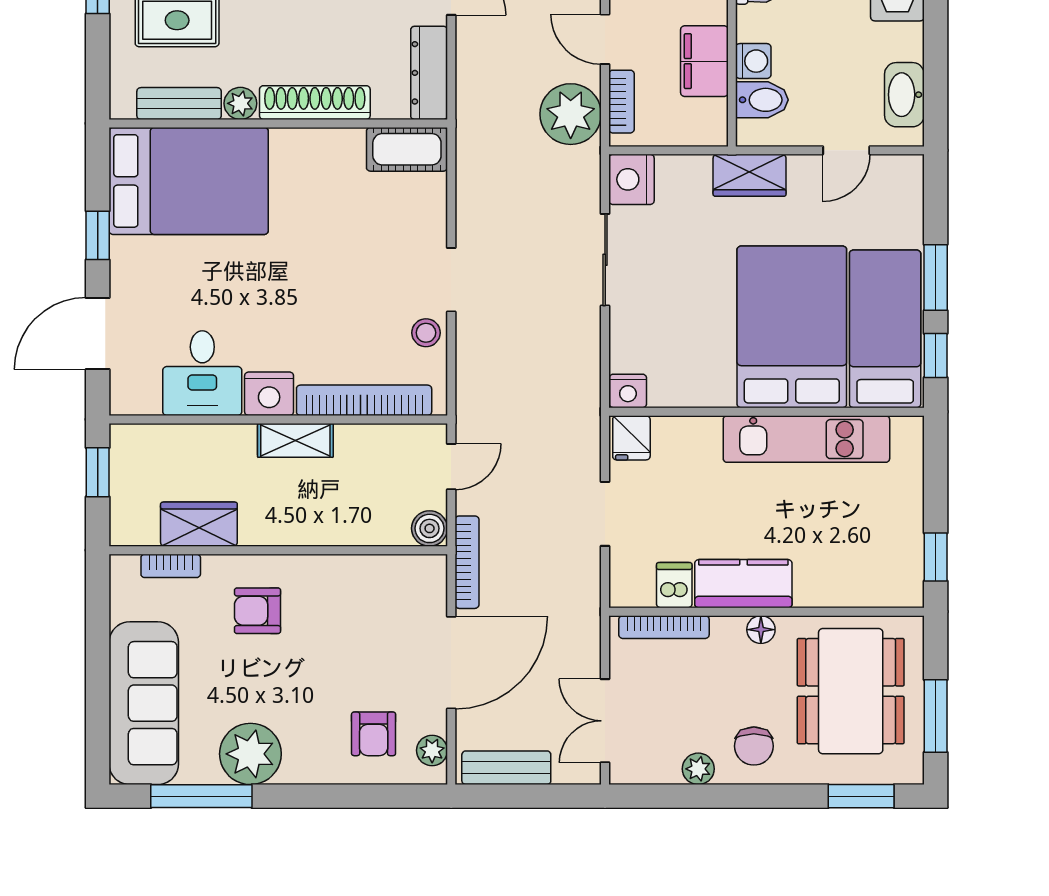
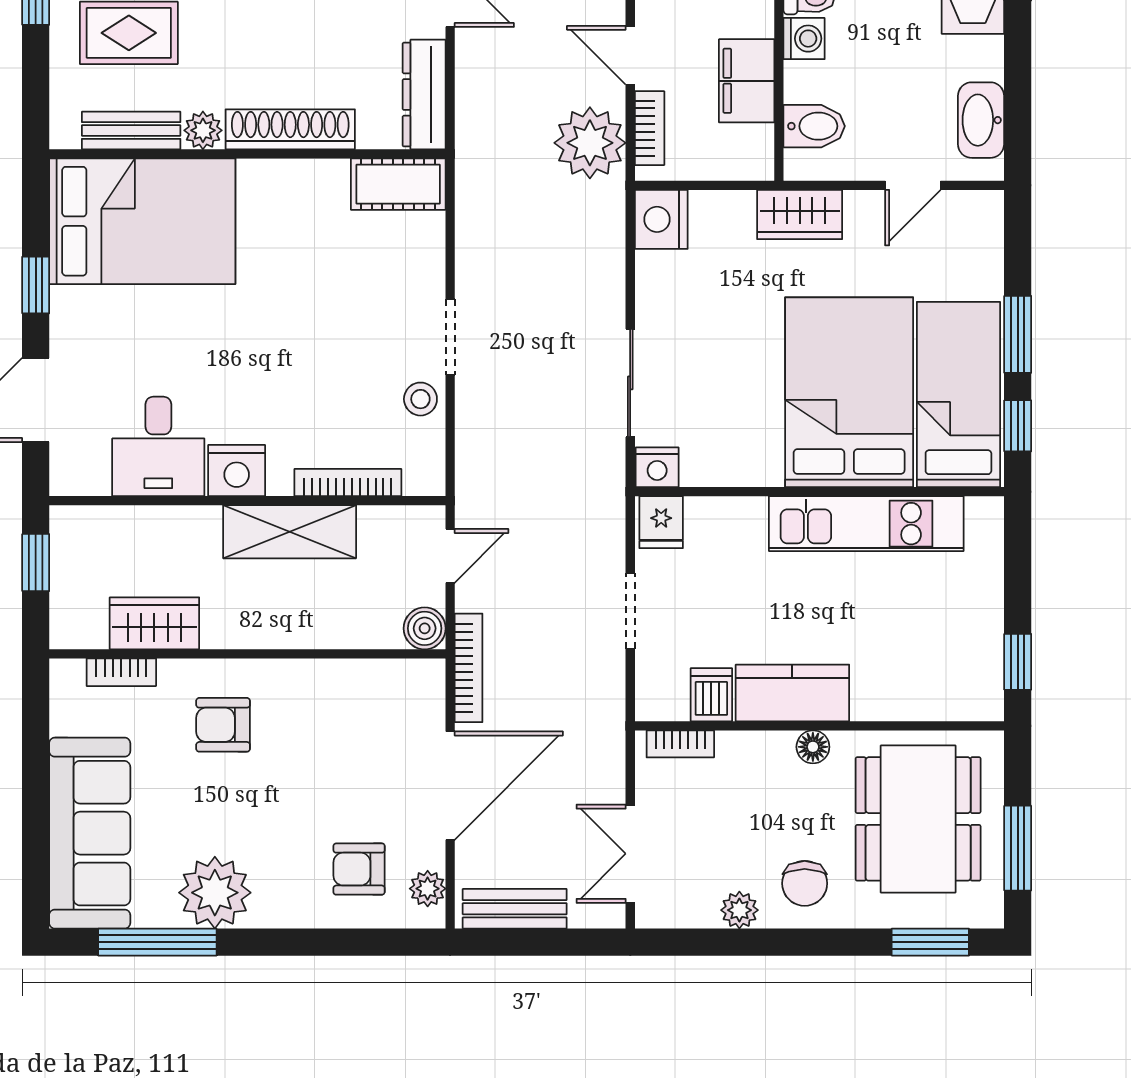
washing machine: (753, 61) -> (804, 39), moved
sliding door: (605, 260) -> (630, 383), moved
bookcase: (364, 400) -> (348, 482), width x0.68, depth x0.76
shelving: (295, 440) -> (290, 532), width x1.50, depth x1.33
bookcase: (664, 627) -> (680, 744), width x0.64
armchair: (374, 734) -> (359, 869), turned 90

